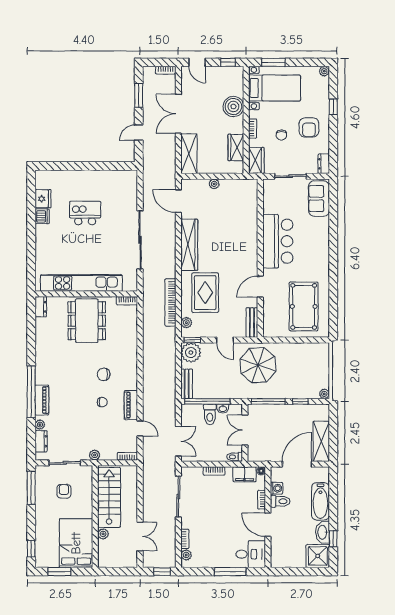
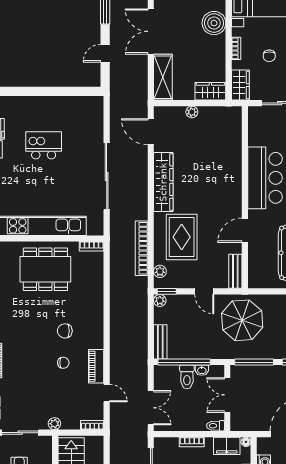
wardrobe: (236, 147) -> (210, 91), moved, turned 90
dining table: (87, 321) -> (45, 269), turned 90
plant: (191, 353) -> (160, 300), width x0.53, depth x0.53

